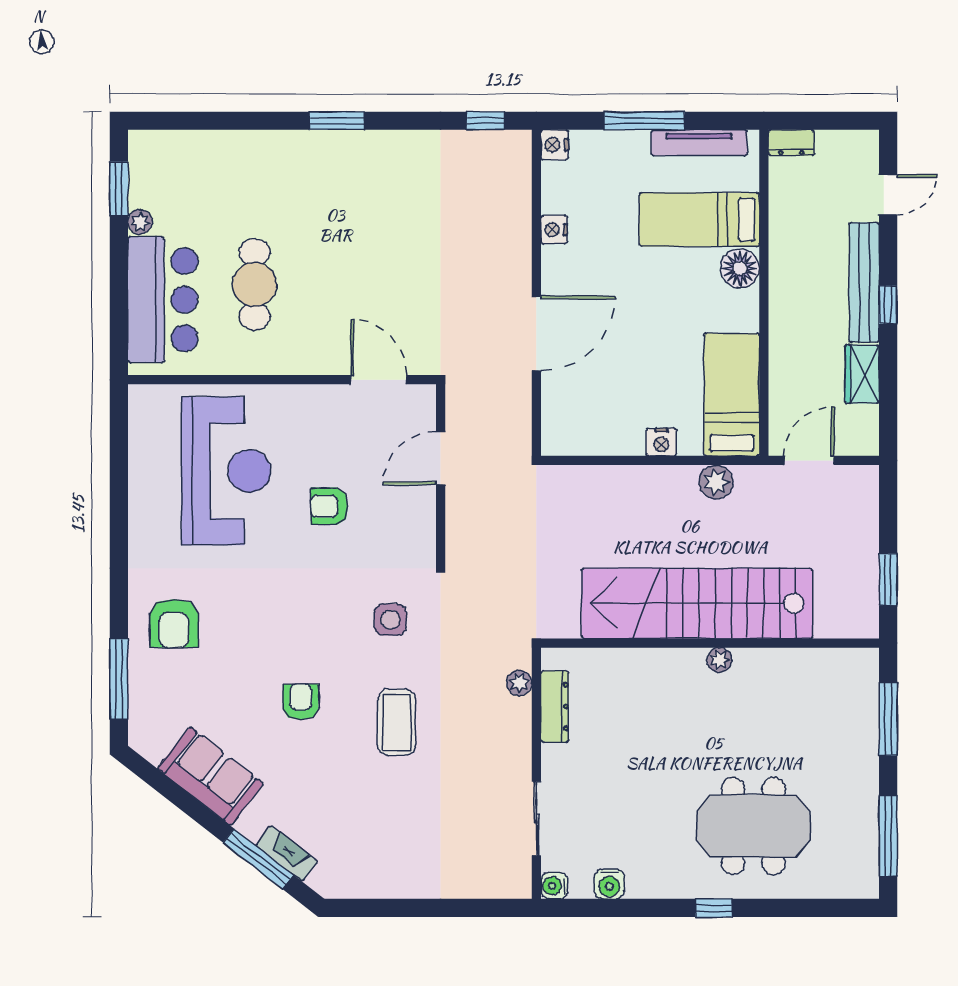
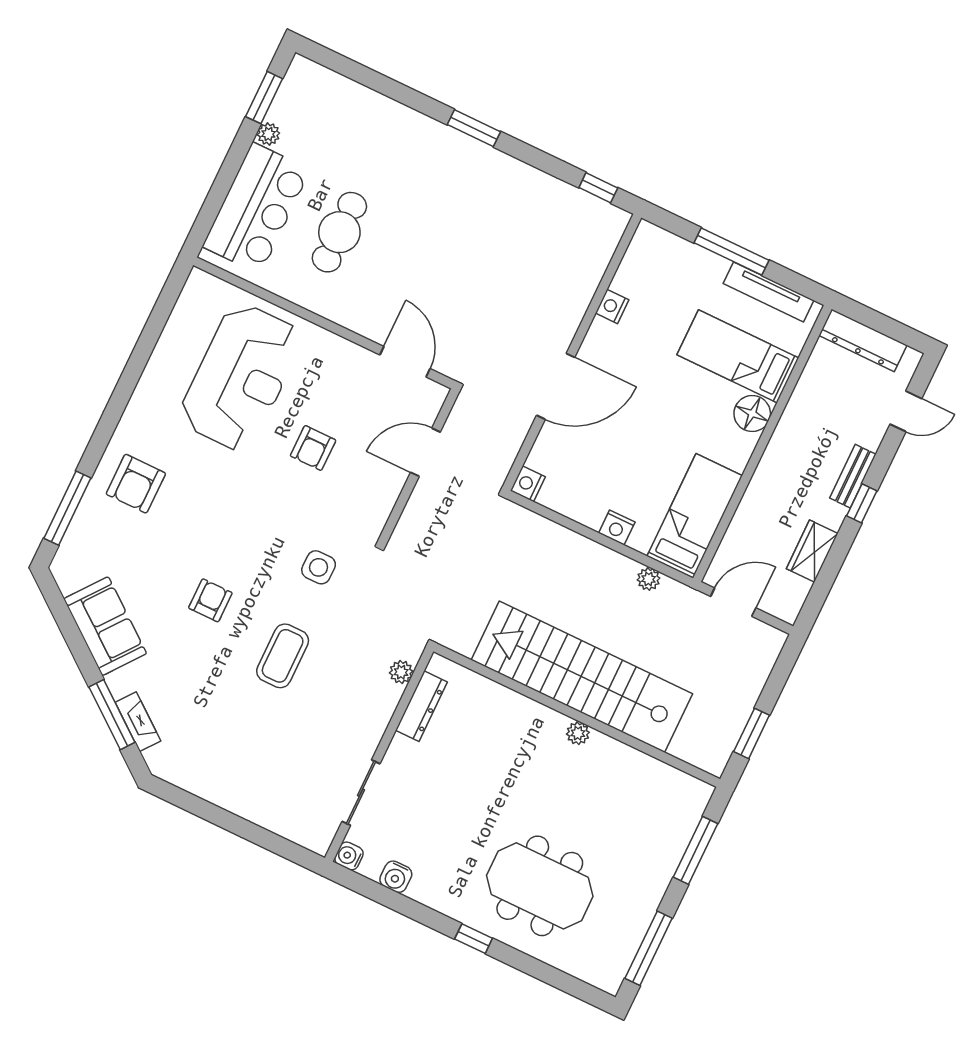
dresser: (791, 143) -> (863, 340), width x1.96, depth x1.24
nightstand: (555, 145) -> (528, 484), moved
bench: (864, 282) -> (853, 476), width x0.54, depth x0.82
plant: (716, 482) -> (649, 579), width x0.73, depth x0.73
armchair: (330, 506) -> (313, 448), turned -90

